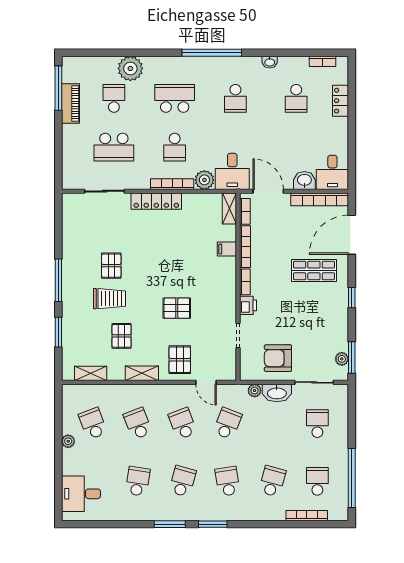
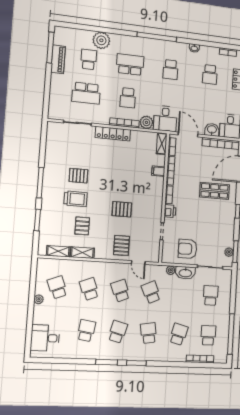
pallet: (111, 266) -> (78, 176), turned 90
shelving: (142, 373) -> (82, 253), moved
school desk: (228, 424) -> (151, 292), turned -45

